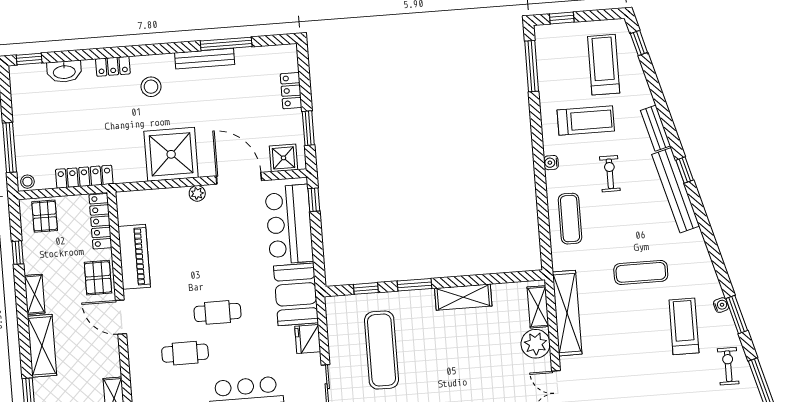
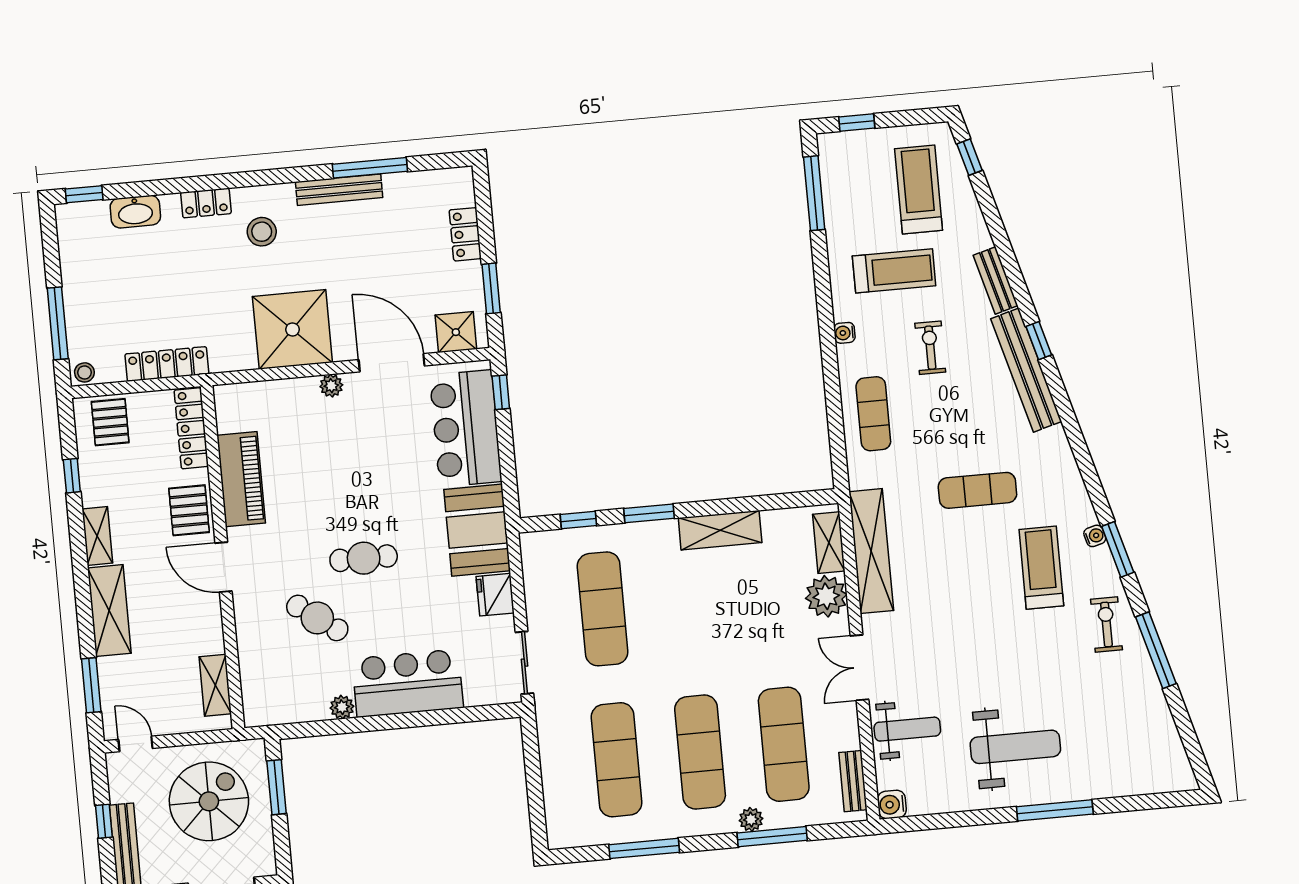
cafe table: (185, 353) -> (317, 618), turned 36

